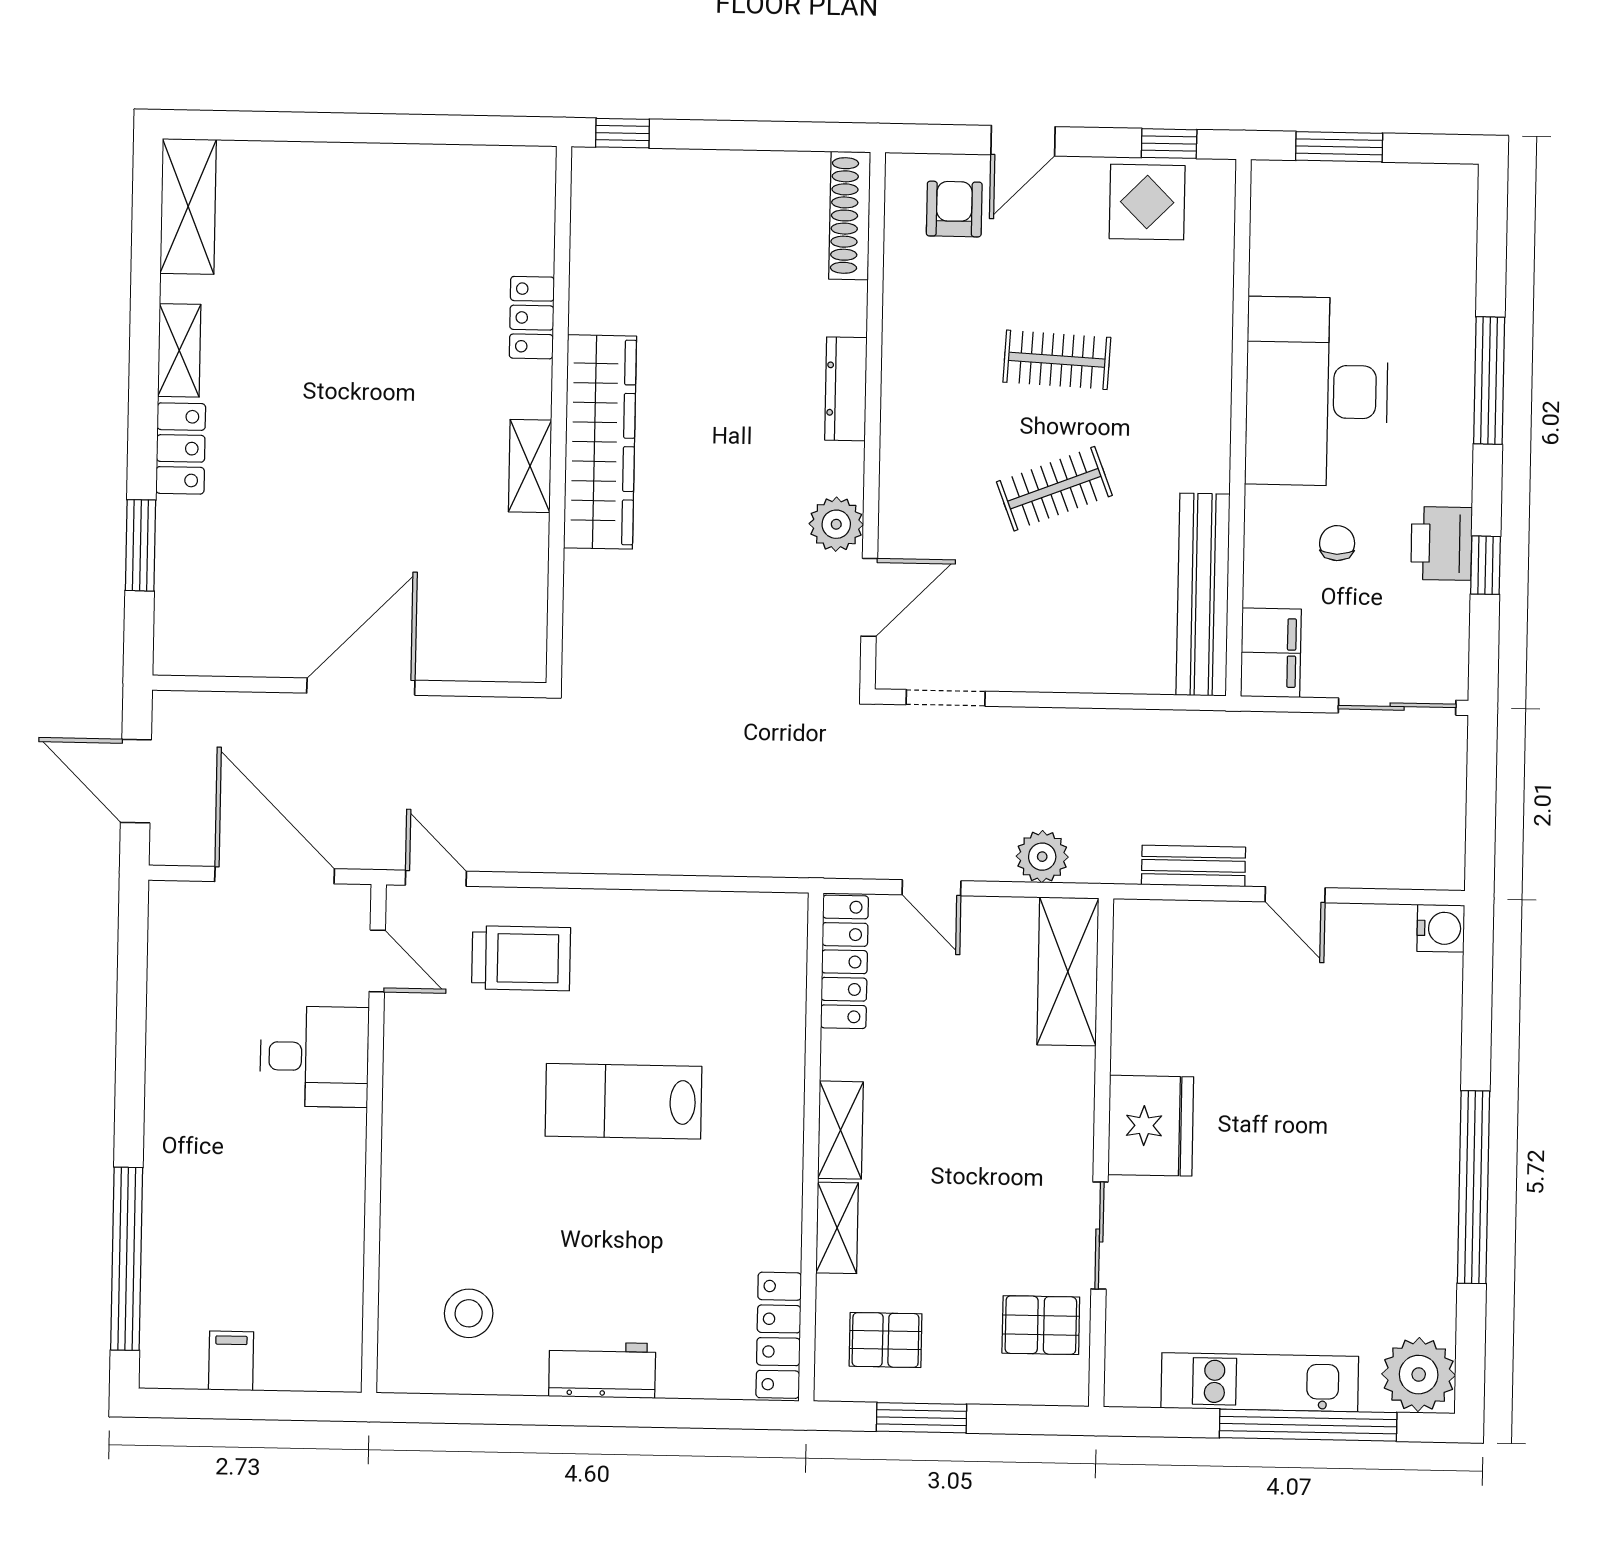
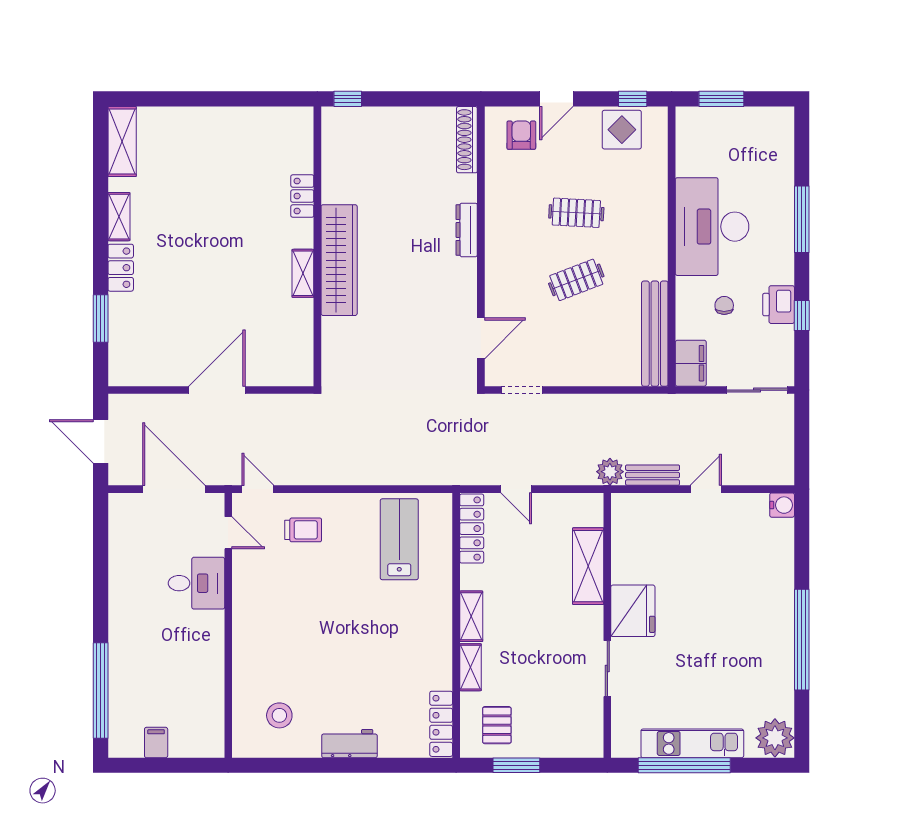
plant: (836, 524) -> (463, 301), removed
plant: (1042, 857) -> (610, 472), moved
door: (1295, 895) -> (706, 489), swing flipped
trolley: (521, 958) -> (303, 530), width x0.73, depth x0.72
shelving: (1068, 971) -> (588, 566), moved
lab bench: (623, 1101) -> (399, 539), moved, turned 90
pallet: (1041, 1325) -> (578, 716), removed
pallet: (886, 1340) -> (497, 725), turned 90
window: (1308, 1425) -> (684, 765), moved

